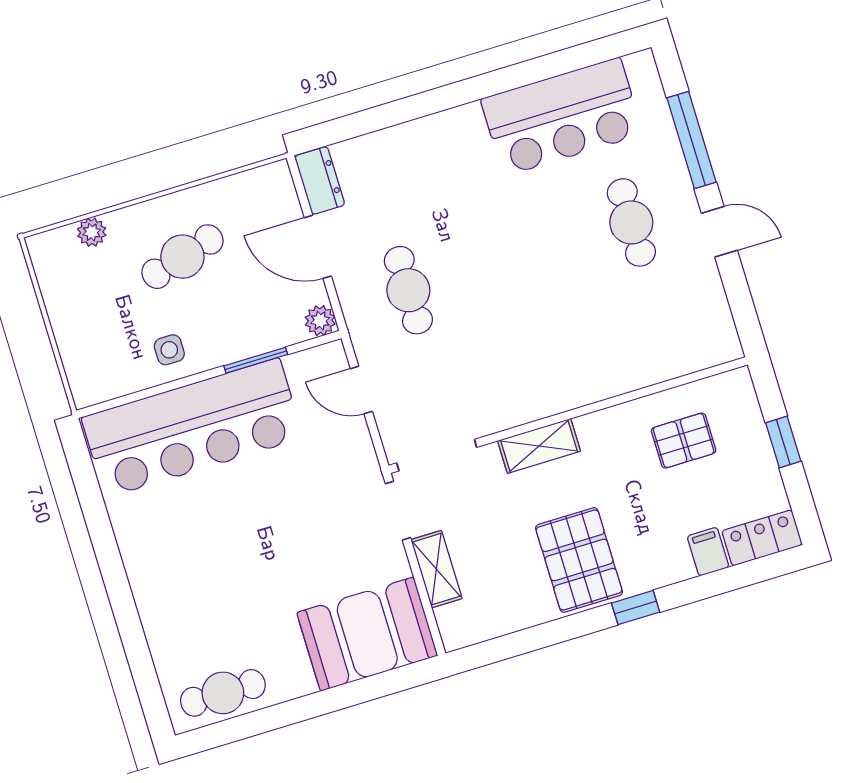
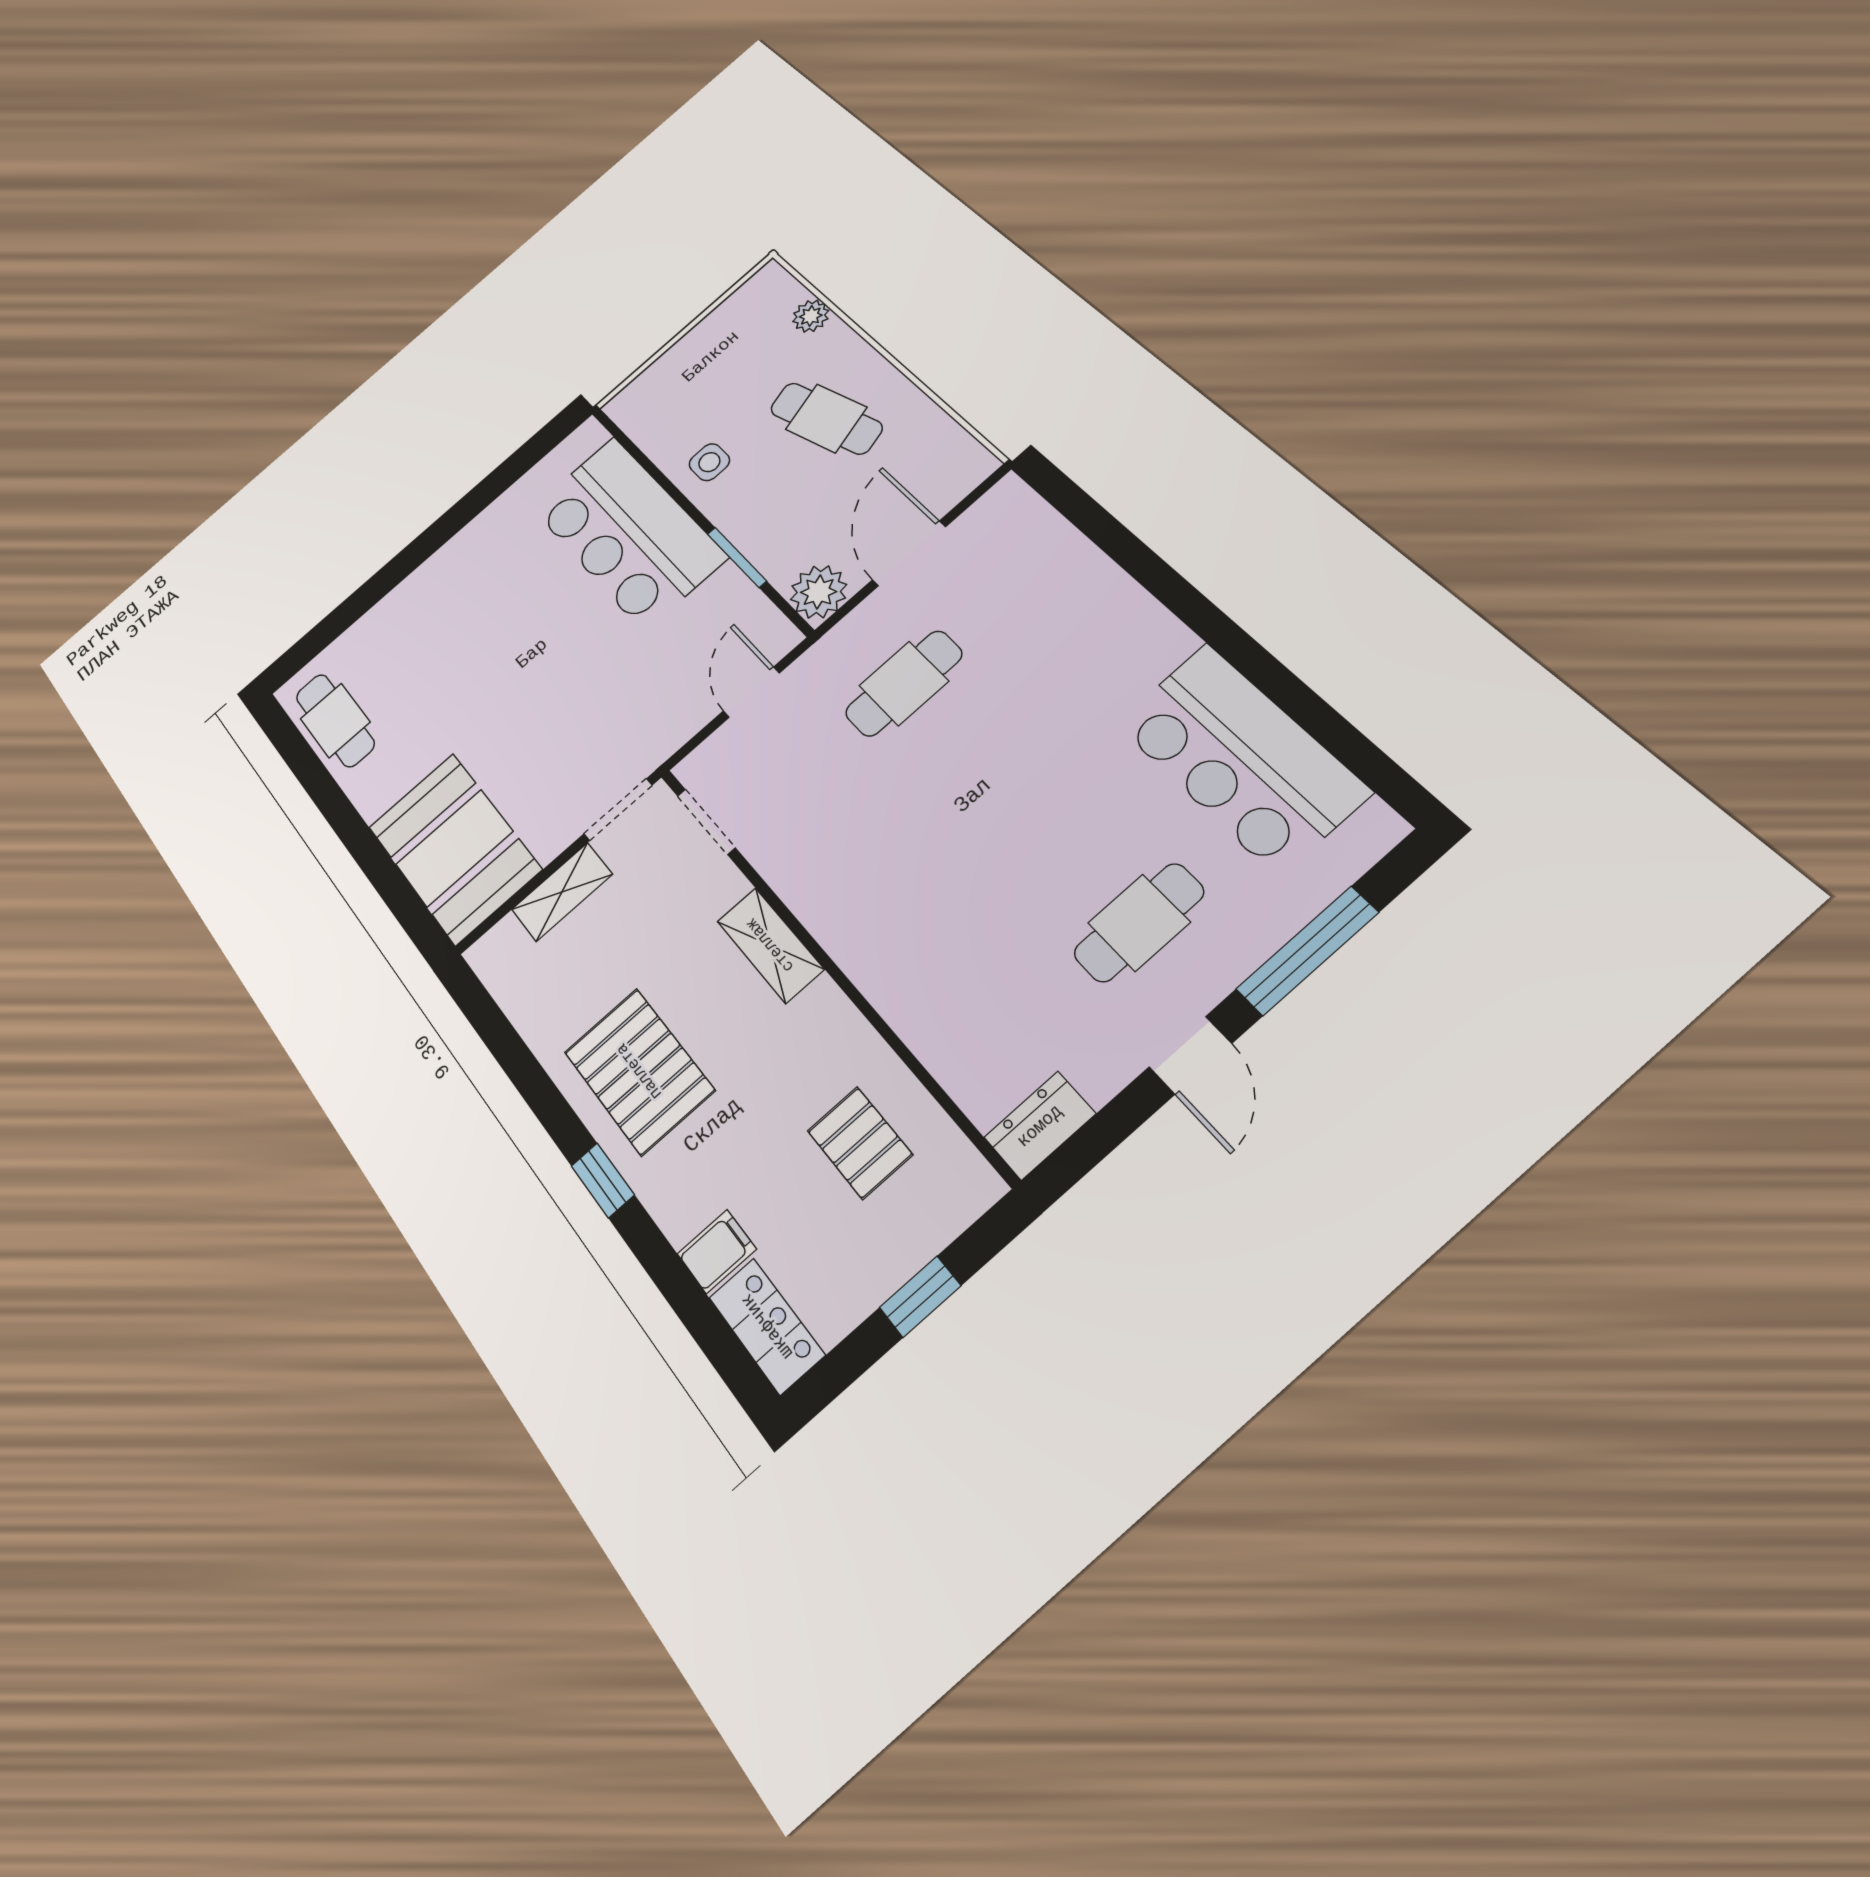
dresser: (320, 181) -> (1040, 1126), moved, turned 180
plant: (320, 321) -> (819, 592), width x1.38, depth x1.38
bar counter: (192, 428) -> (628, 532), width x0.73
doorway: (437, 455) -> (706, 822), width x0.73
pallet: (579, 560) -> (639, 1071), turned 90

